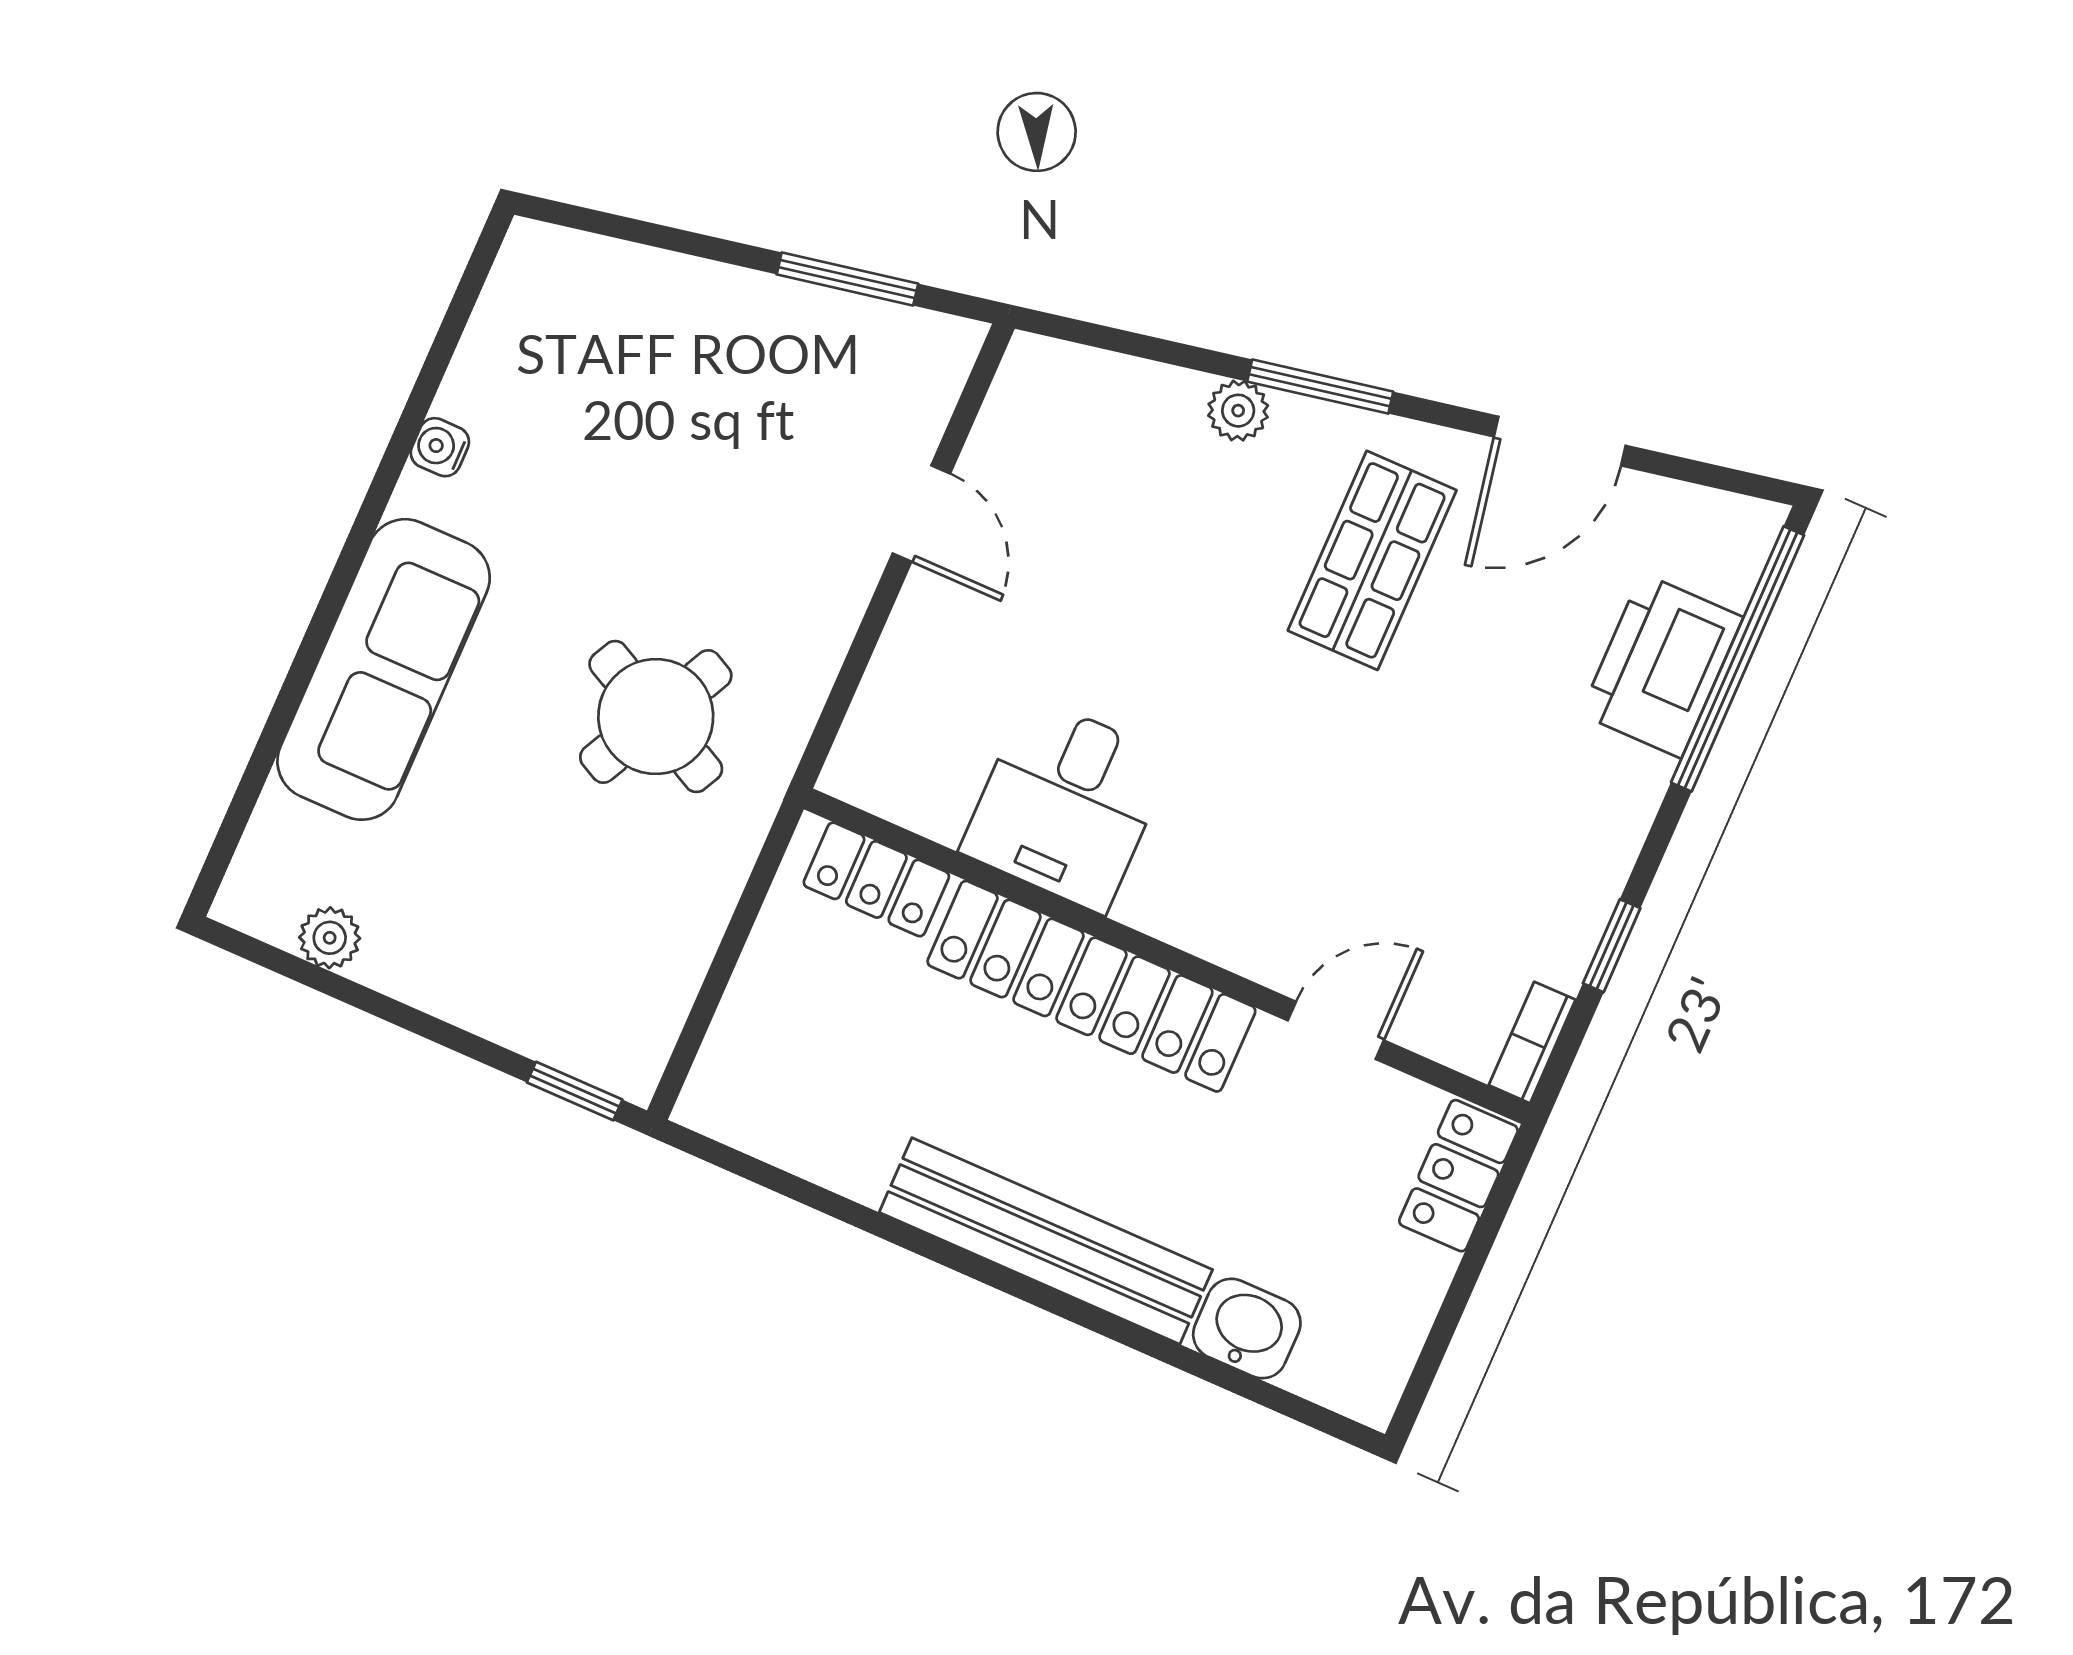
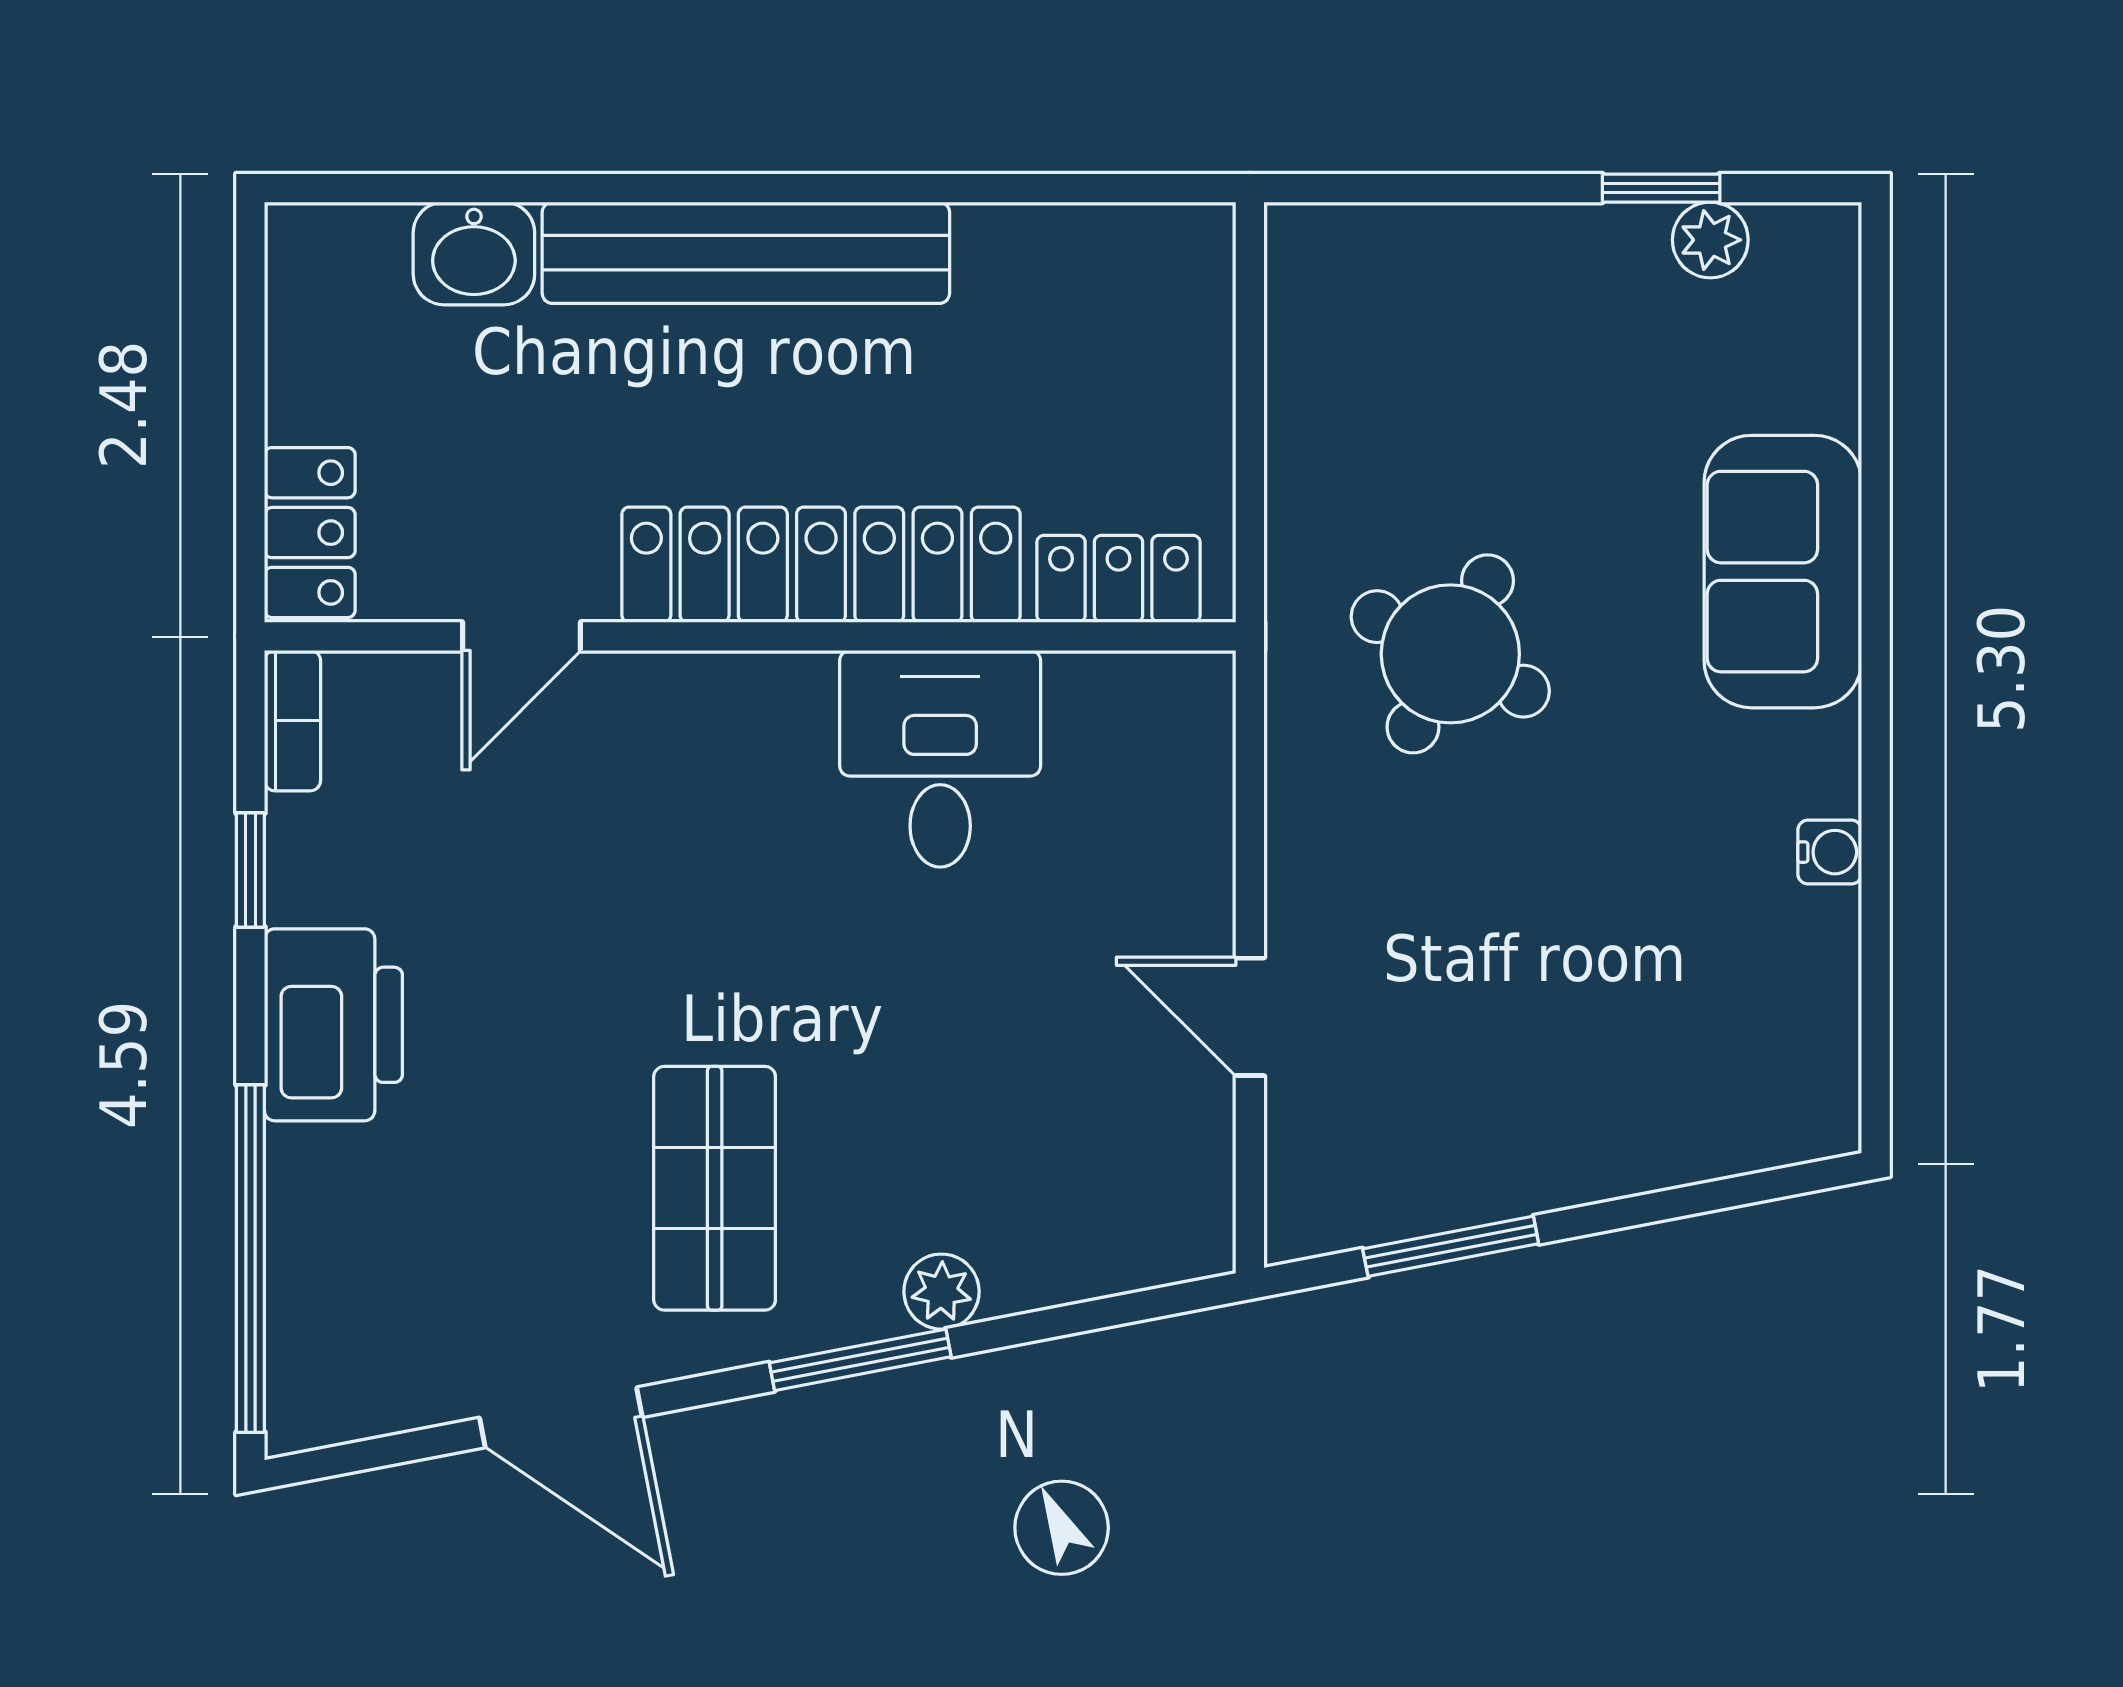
door: (1560, 441) -> (561, 1417), swing flipped
printer: (1662, 666) -> (333, 1025), moved
sofa: (384, 669) -> (1783, 572), width x0.73
window: (575, 1091) -> (1661, 188), moved

